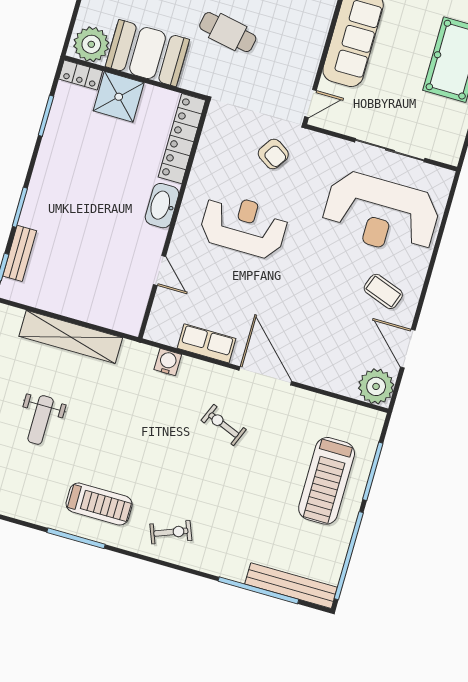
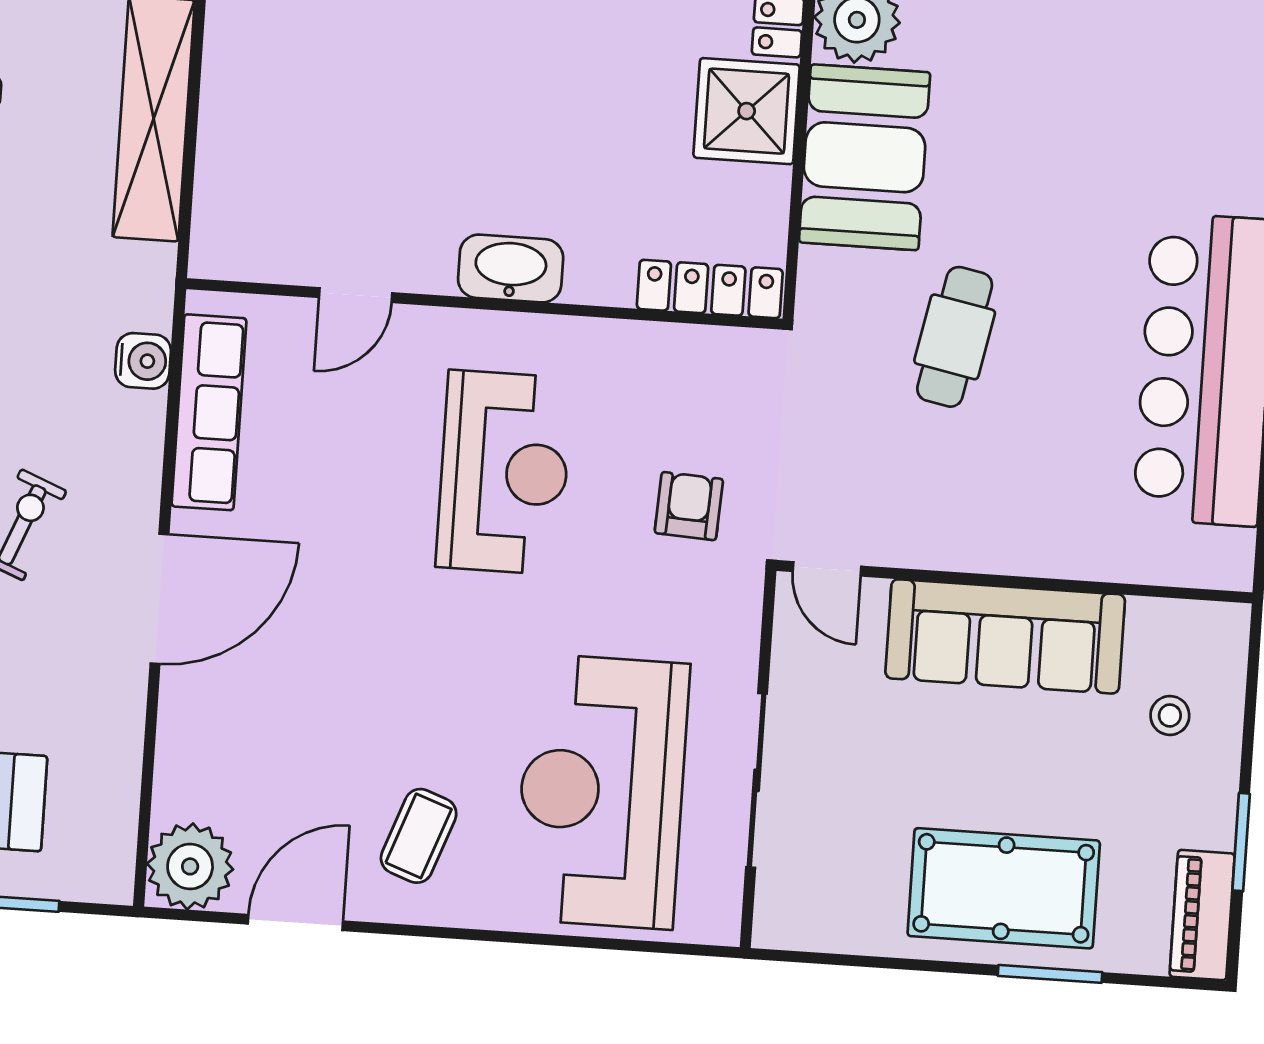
locker: (182, 139) -> (710, 289), width x0.71, depth x0.83
armchair: (273, 154) -> (689, 506), turned 150
row of seats: (207, 343) -> (209, 412), width x1.48

